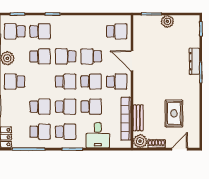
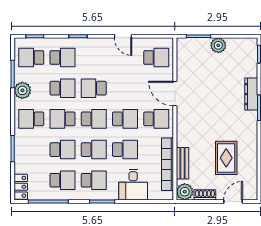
door: (90, 14) -> (123, 36), added
school desk: (91, 56) -> (63, 119), moved

